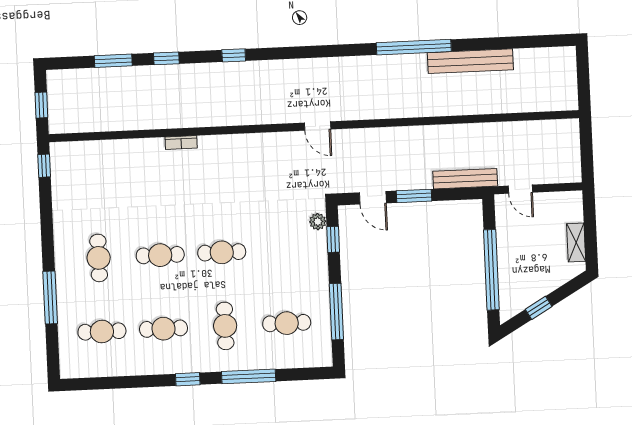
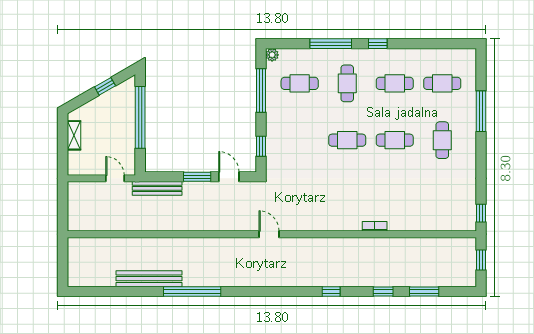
plant: (318, 222) -> (272, 55), moved

